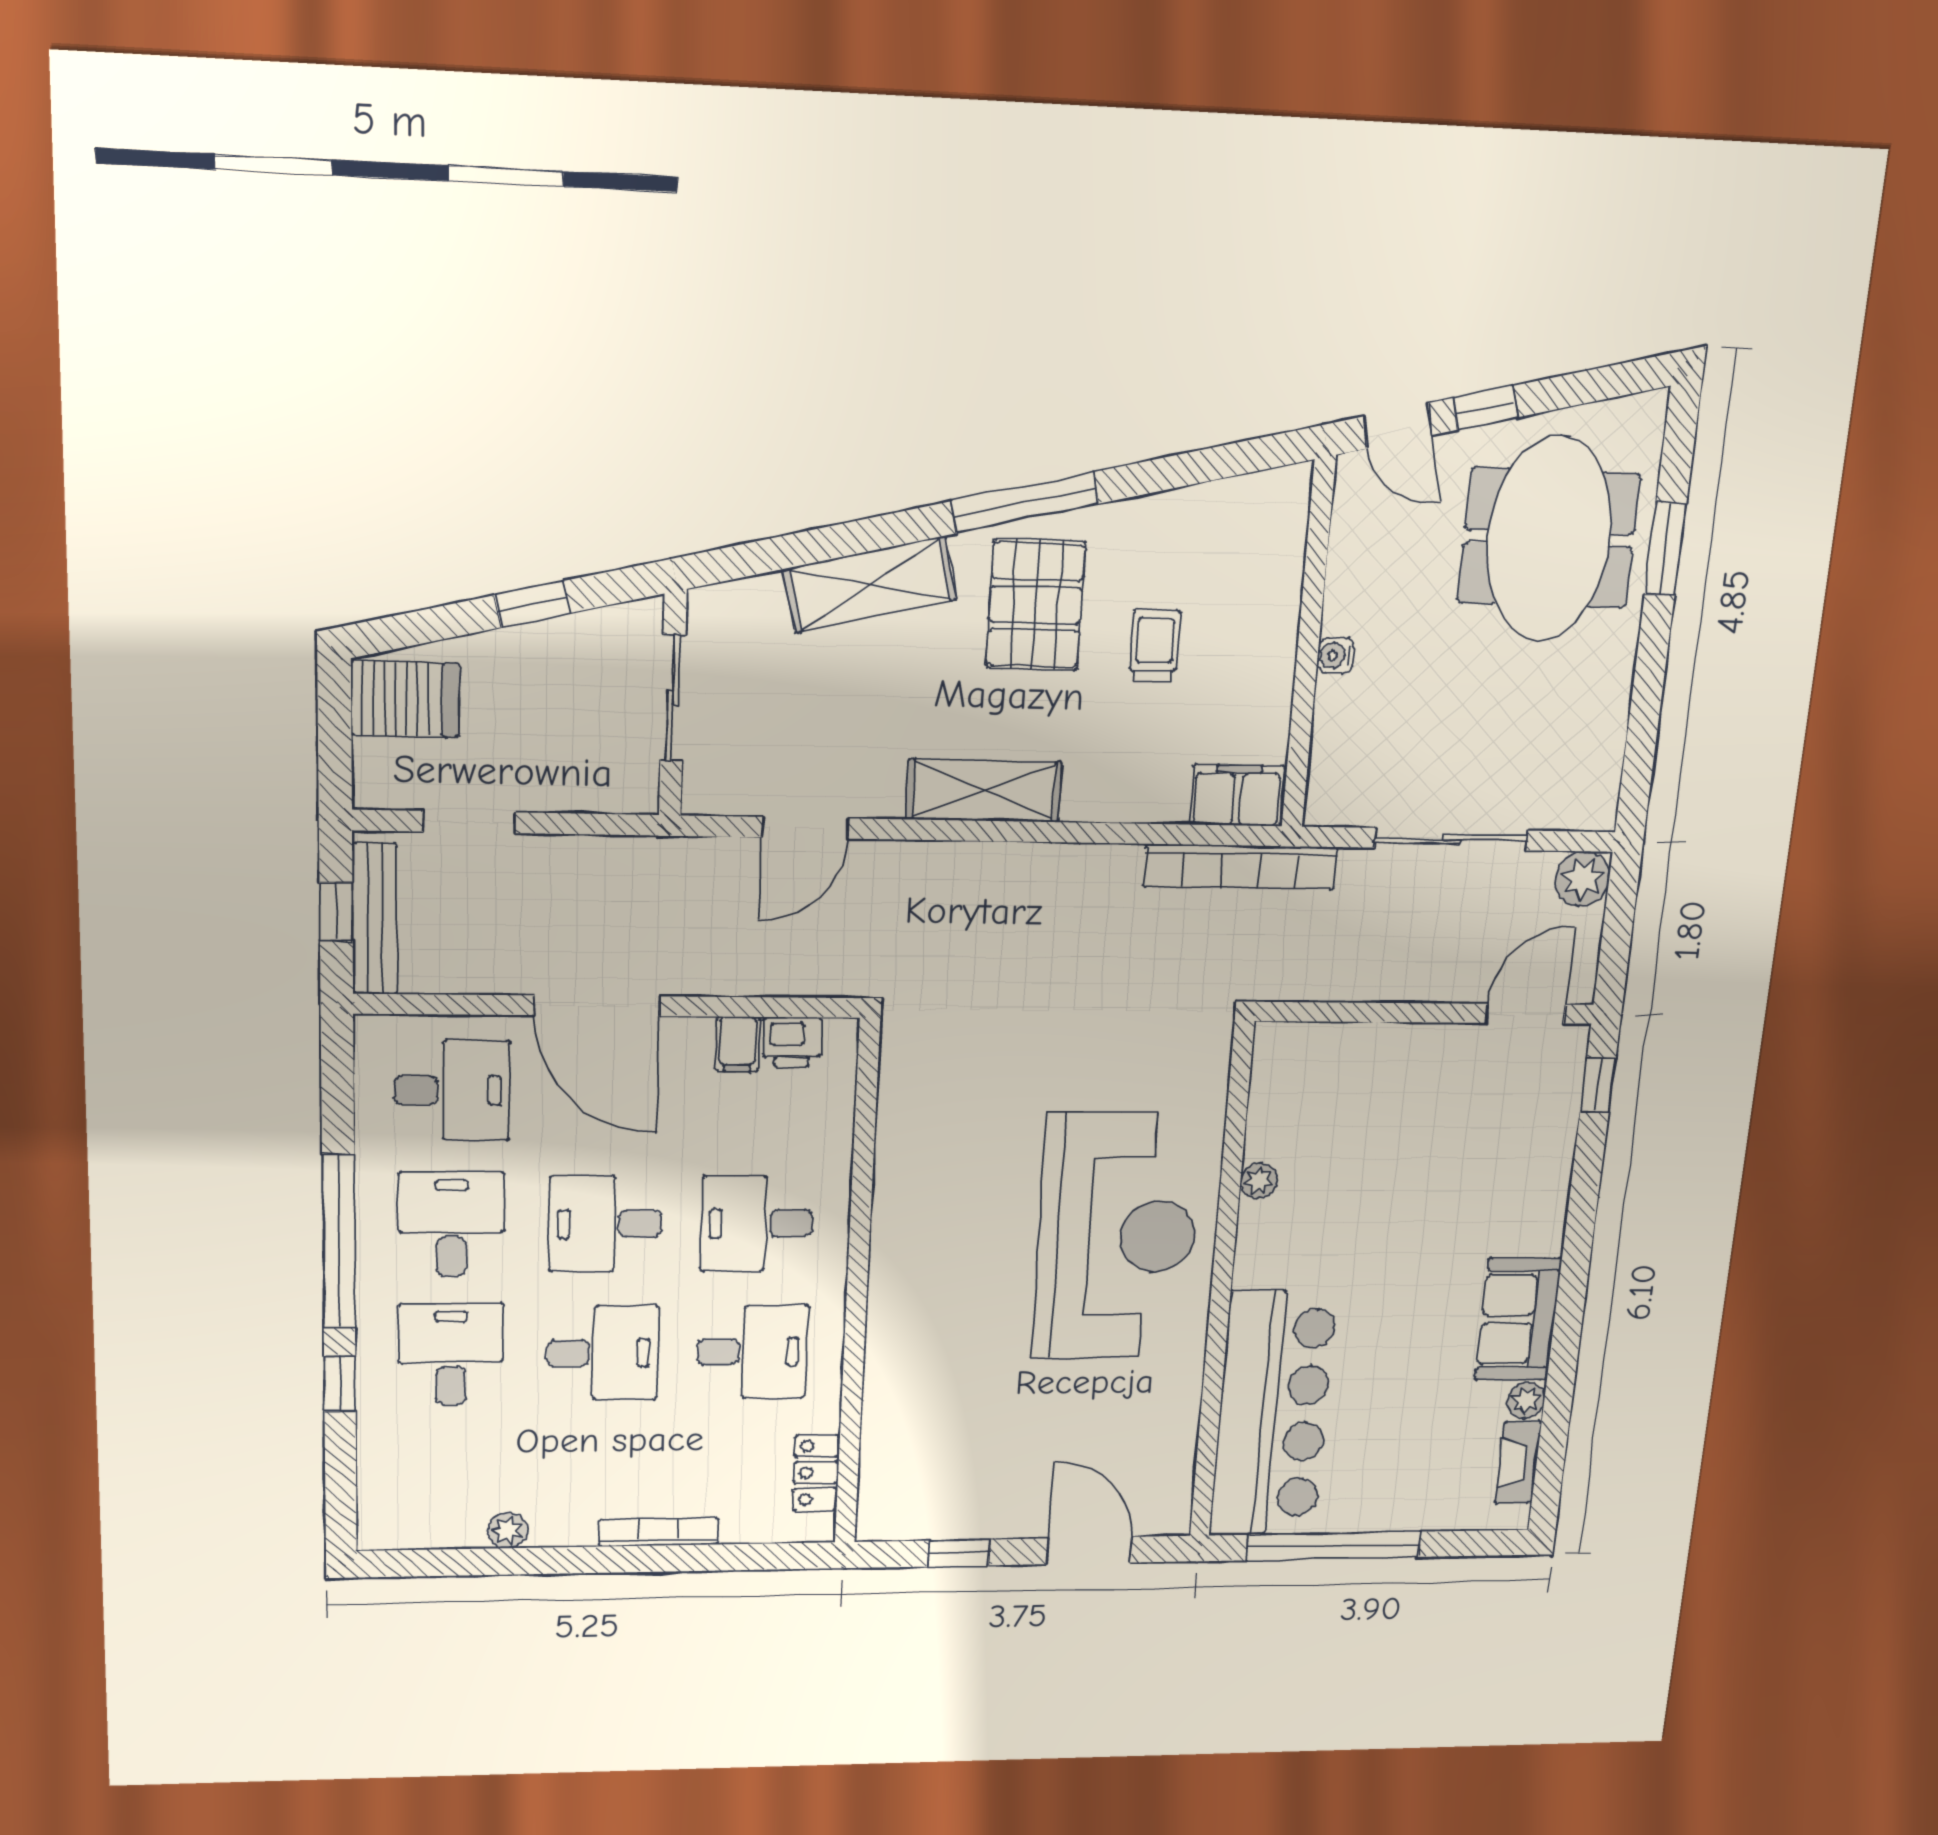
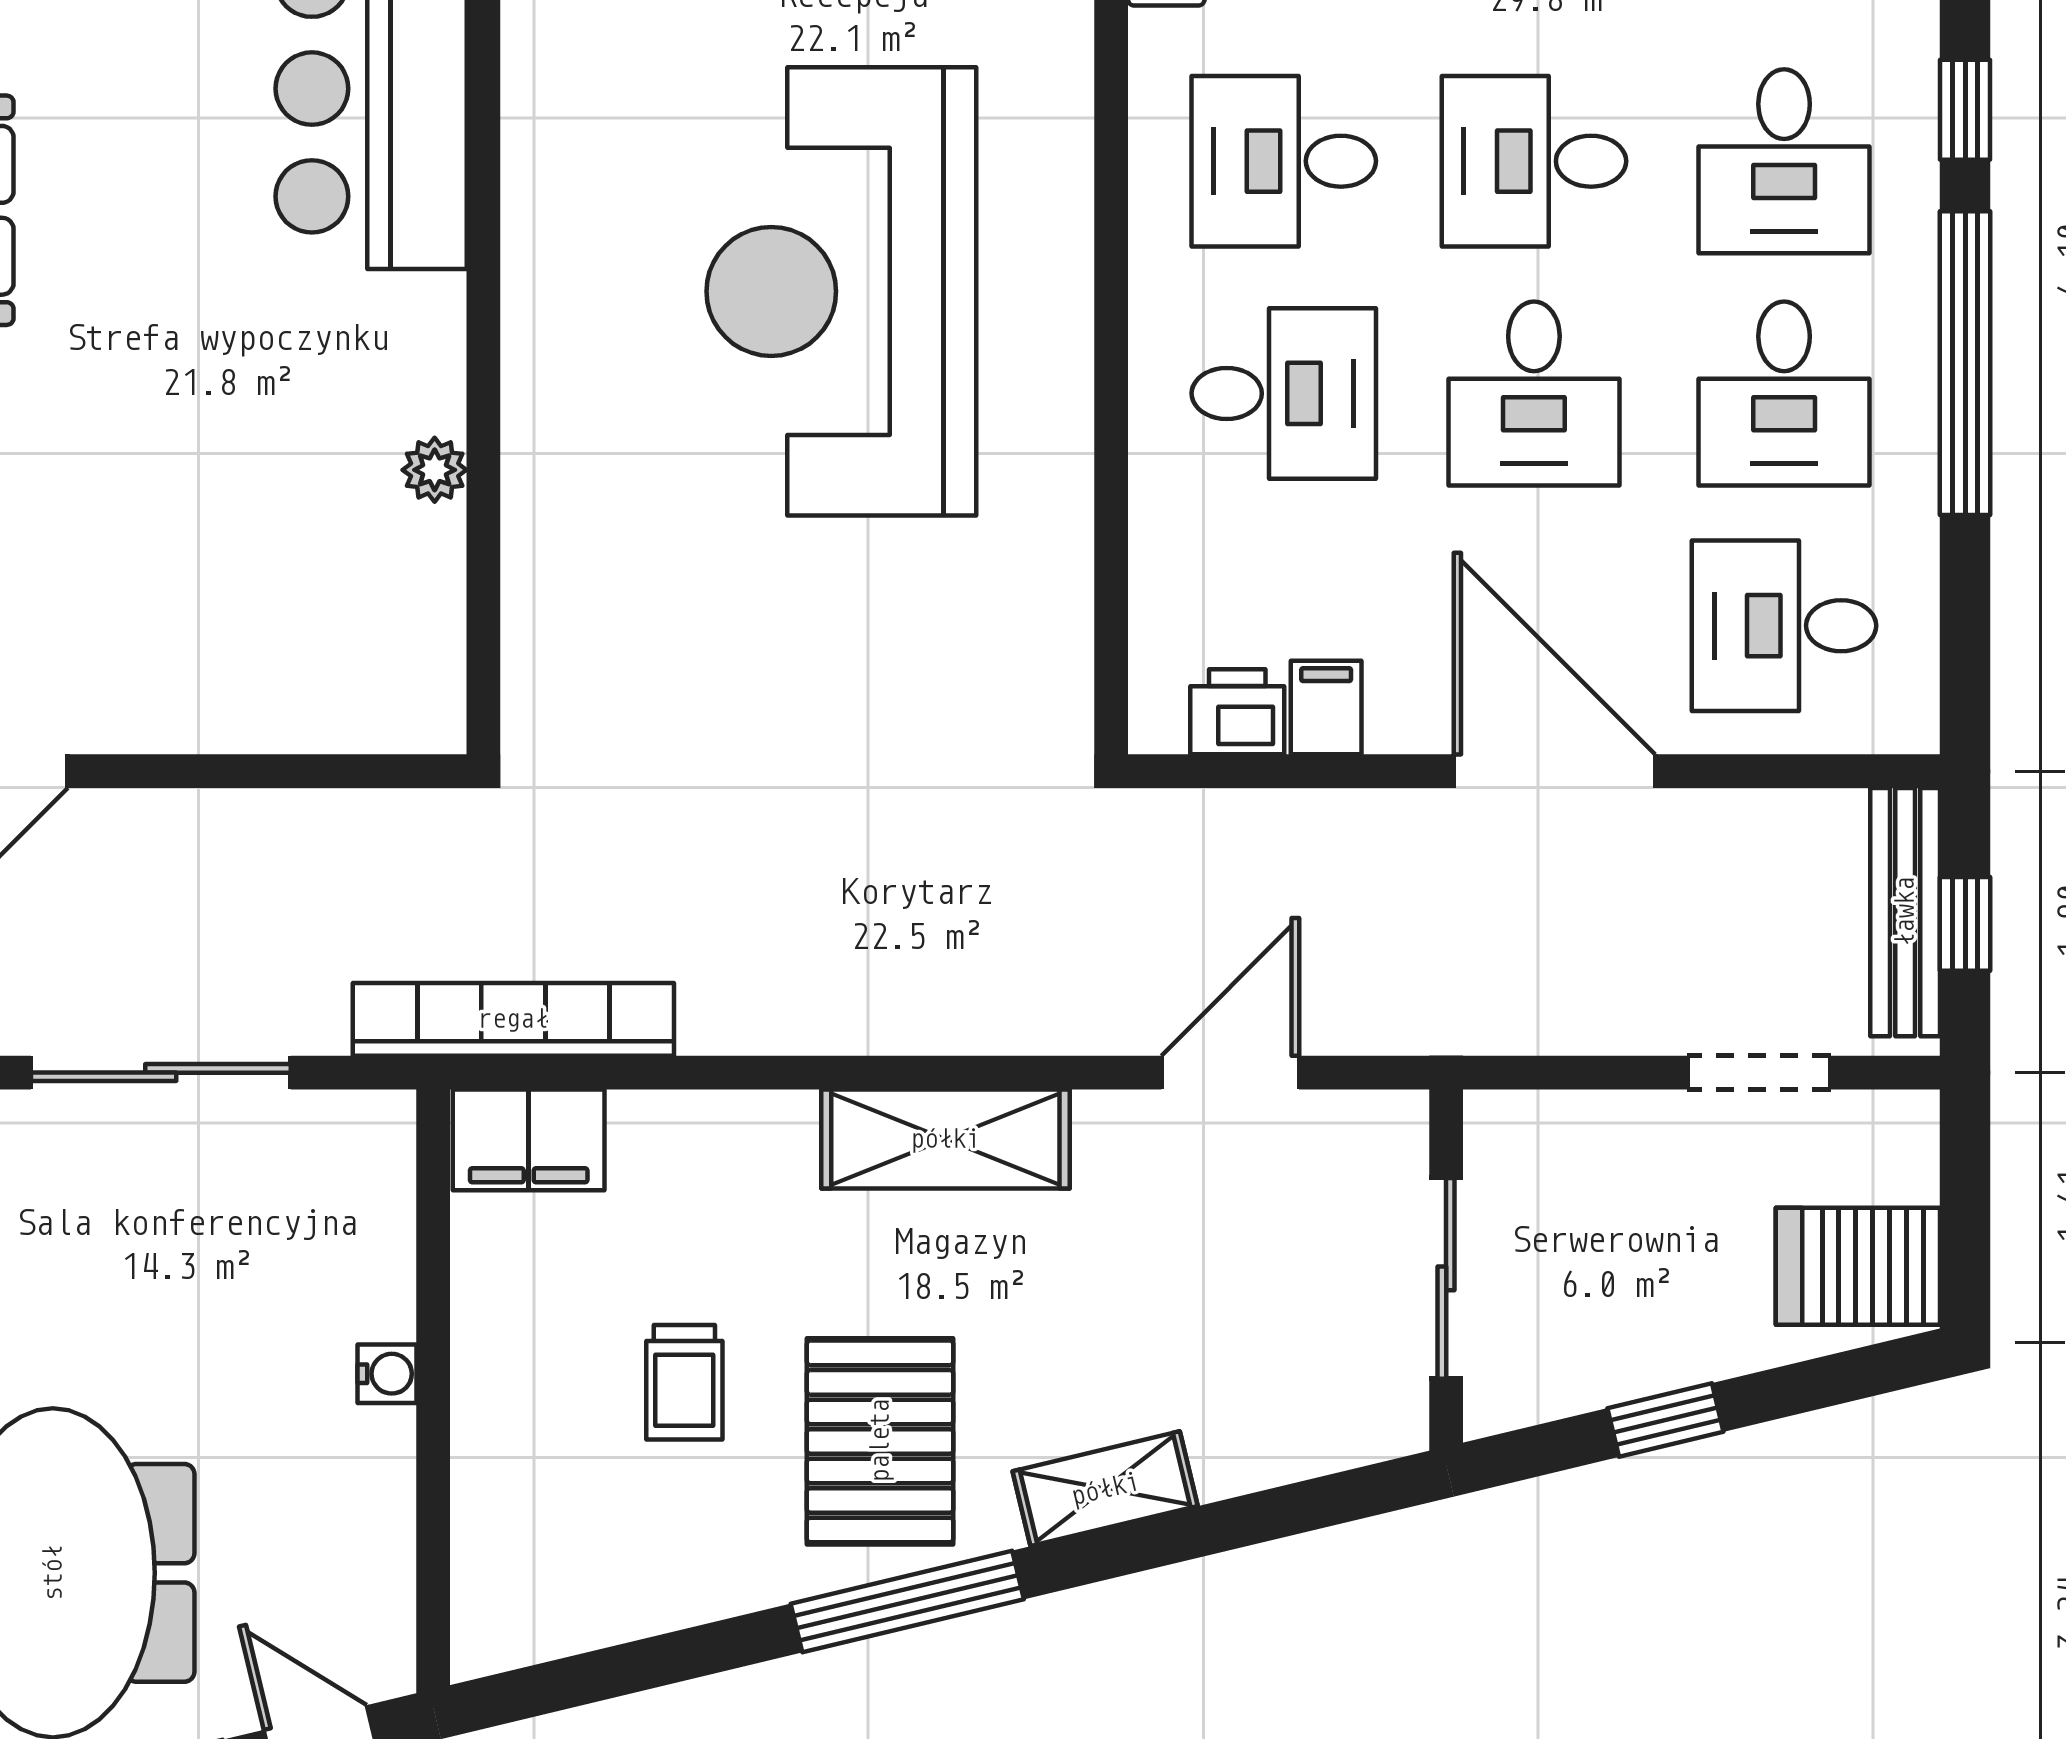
shelving: (870, 584) -> (1105, 1489), width x0.67, depth x0.75
desk: (605, 1224) -> (1534, 393), turned 90
reception desk: (1117, 1236) -> (841, 291), moved

